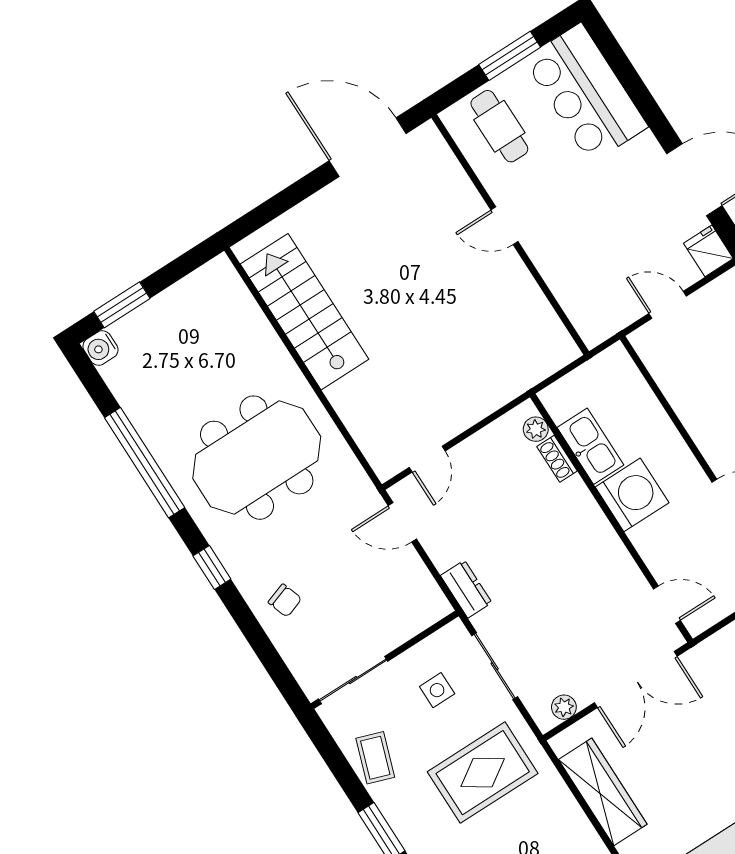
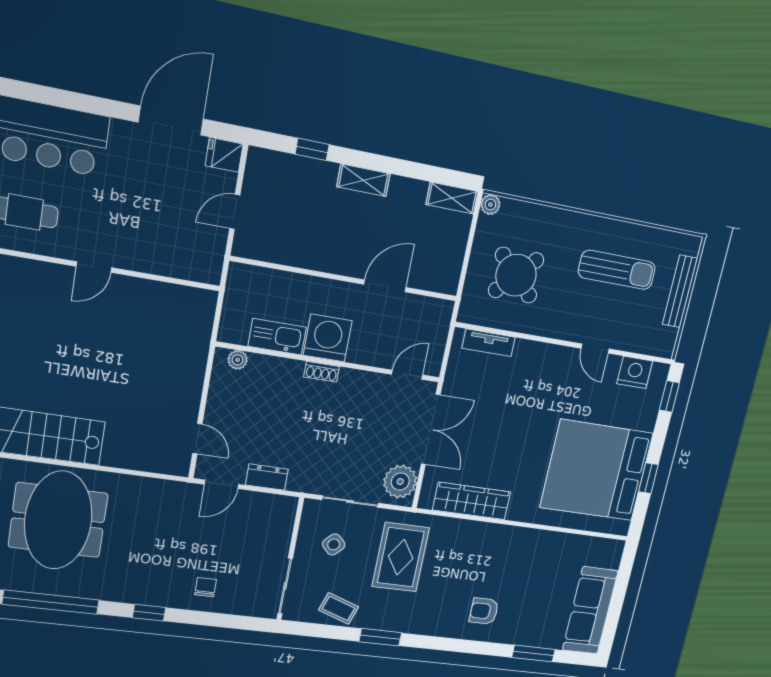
meeting table: (257, 458) -> (58, 520), moved
shoe rack: (557, 459) -> (322, 372), moved
dresser: (466, 589) -> (267, 477), moved
chair: (285, 600) -> (206, 587), turned -71
side table: (437, 690) -> (334, 544), turned 45
plant: (564, 707) -> (400, 482), width x1.87, depth x1.87

